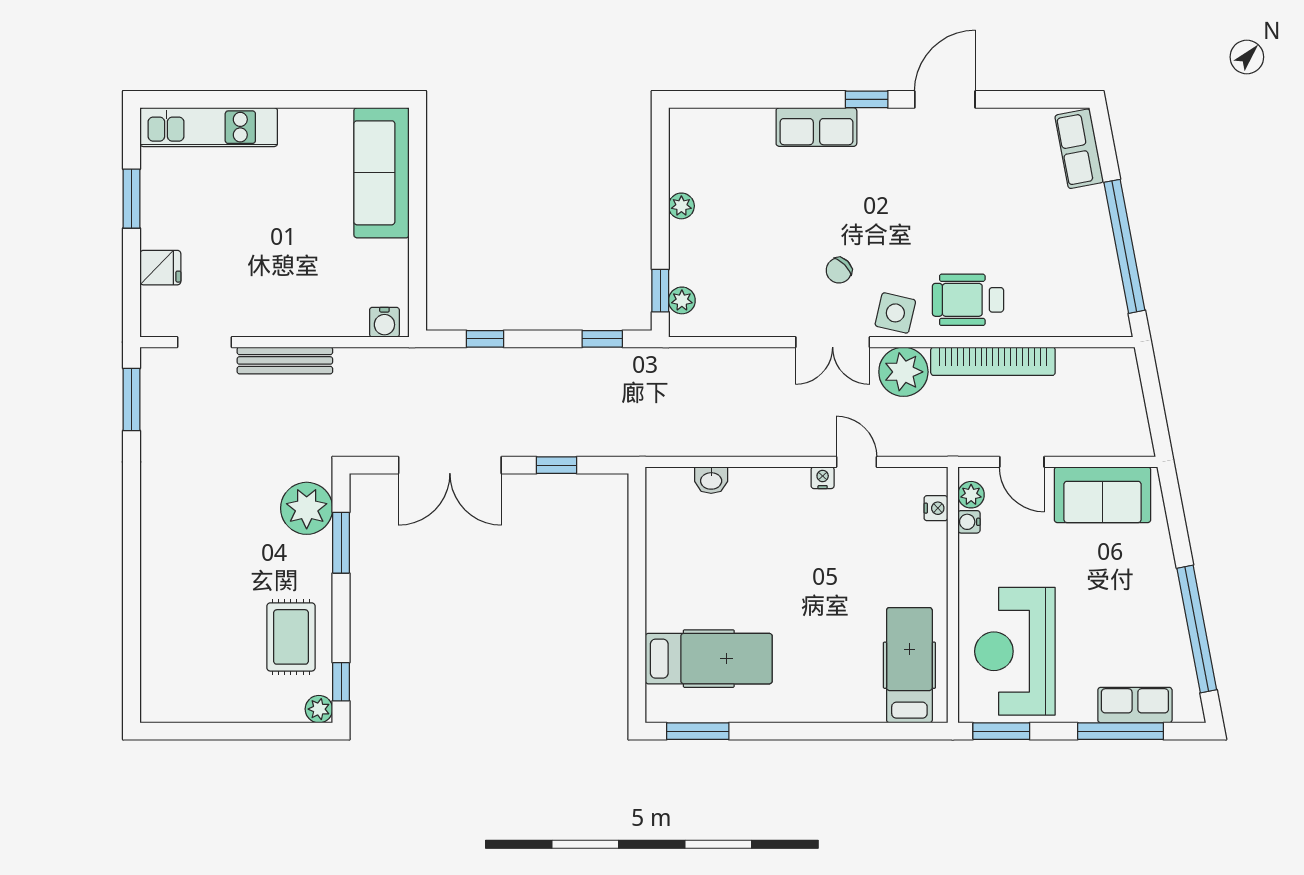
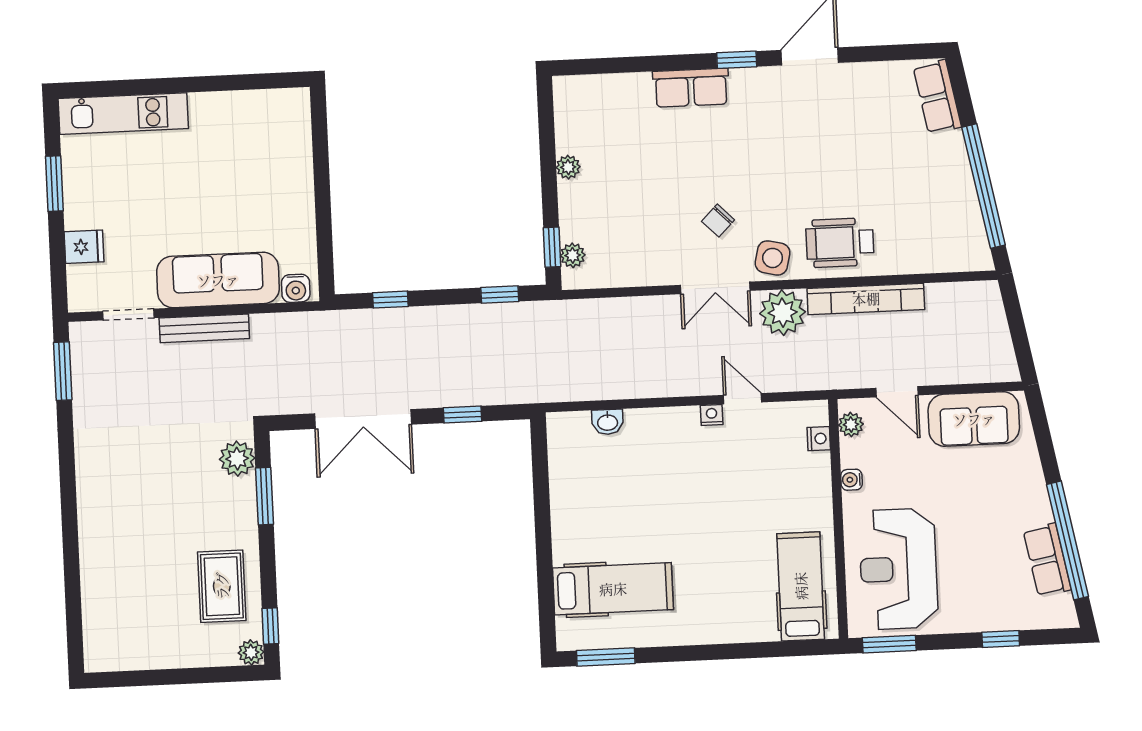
sofa: (382, 173) -> (218, 280), moved, turned 90
plant: (307, 508) -> (237, 459), width x0.73, depth x0.73
water cooler: (969, 522) -> (852, 480), moved
row of seats: (1135, 705) -> (1047, 560), moved, turned -101
window: (1121, 731) -> (1001, 639), width x0.46

